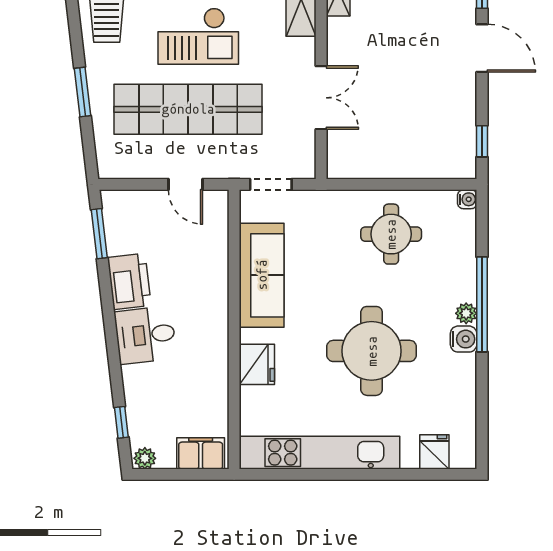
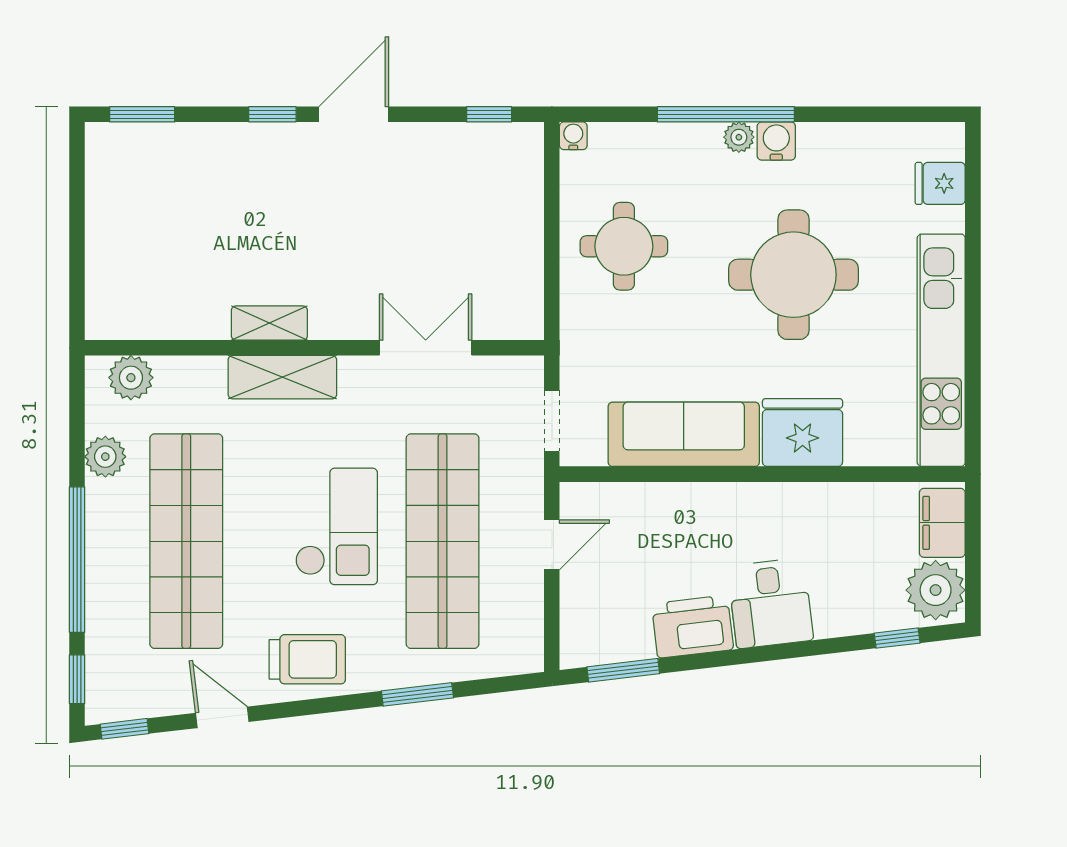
fridge: (257, 364) -> (803, 433), width x1.36, depth x1.34
plant: (145, 458) -> (936, 590), width x1.87, depth x1.87

